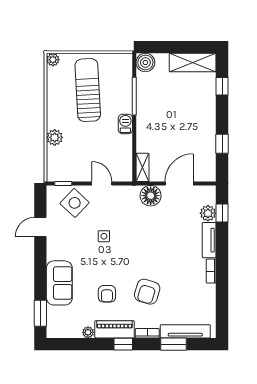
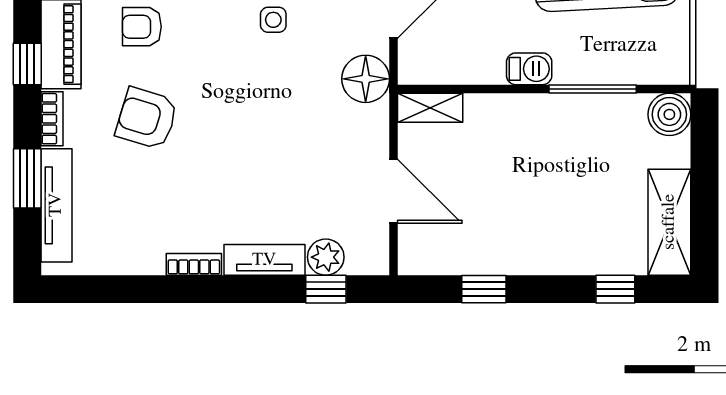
floor lamp: (151, 196) -> (366, 79), moved

